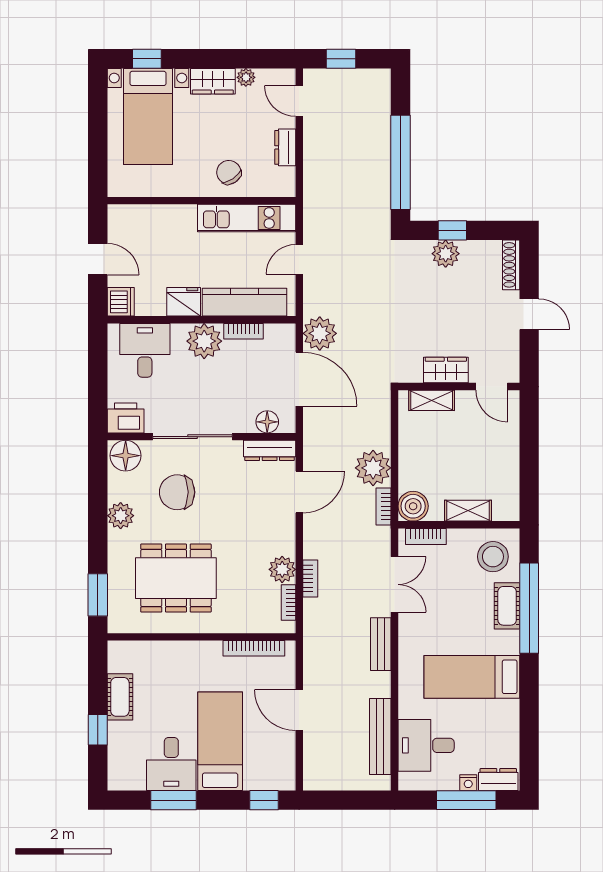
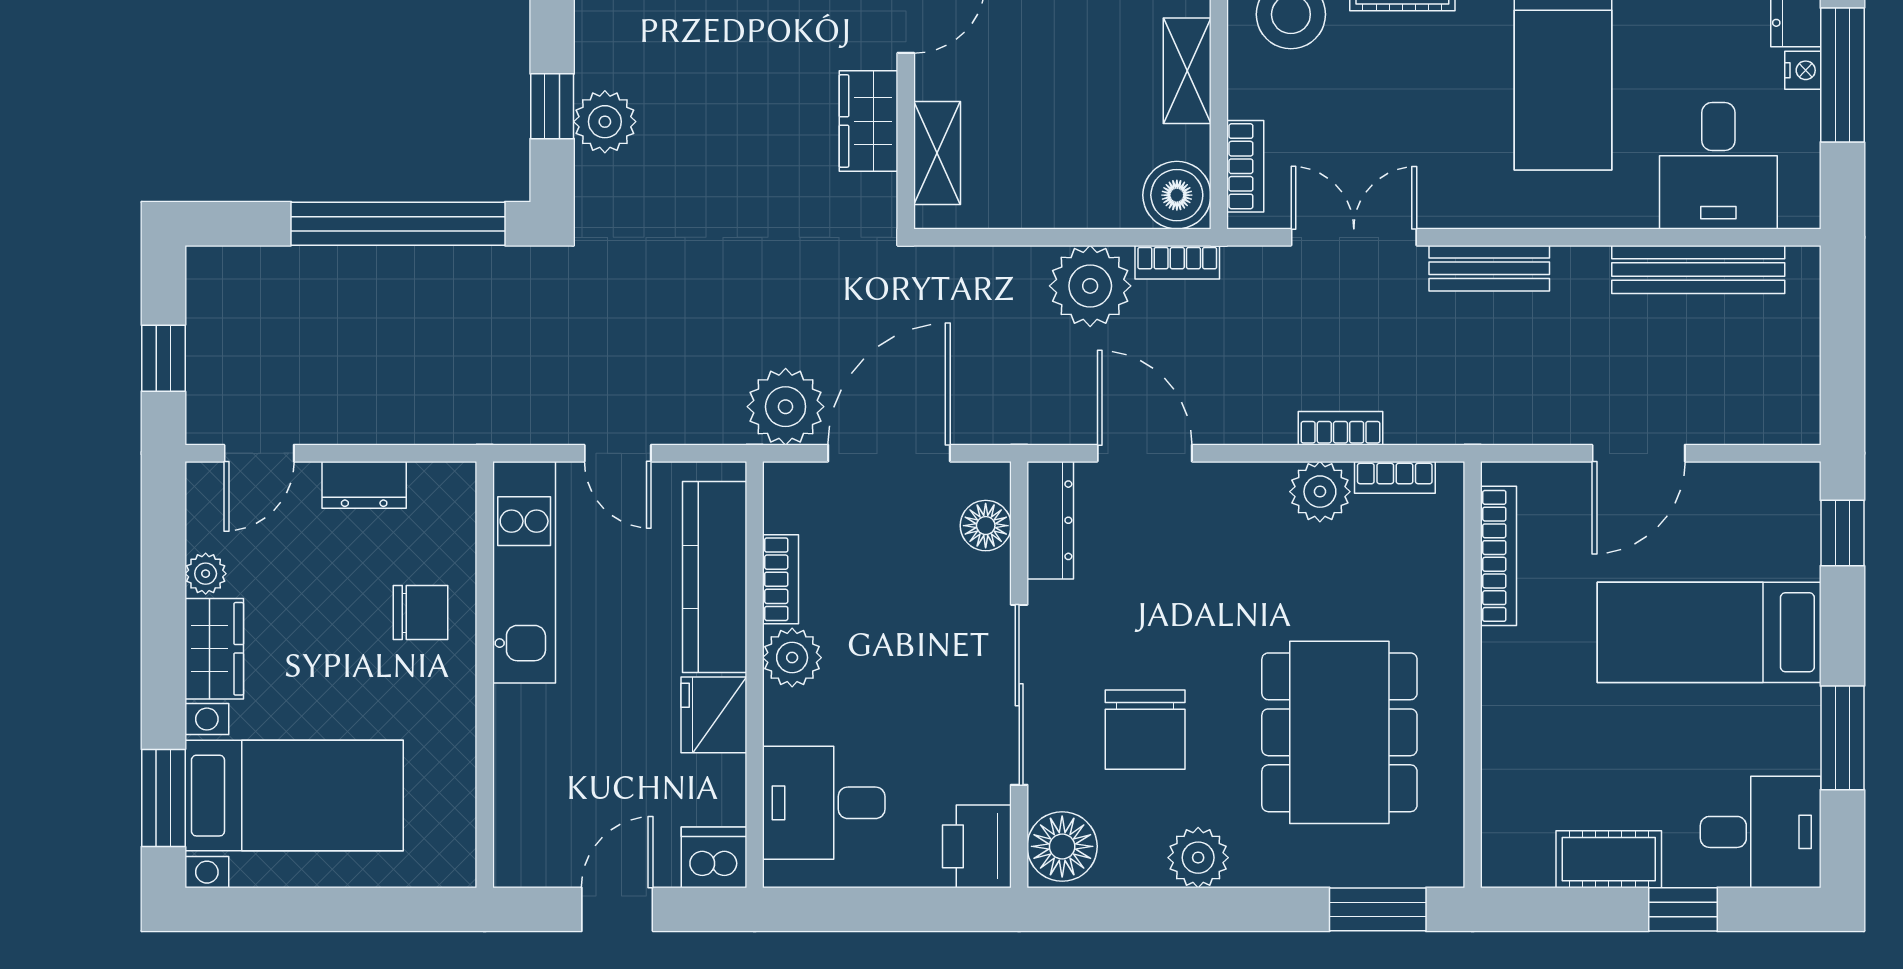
window: (147, 59) -> (163, 798), width x1.50
chair: (229, 172) -> (420, 613), turned -146
plant: (204, 341) -> (792, 658), width x0.73, depth x0.73
desk: (171, 764) -> (1761, 832), moved

